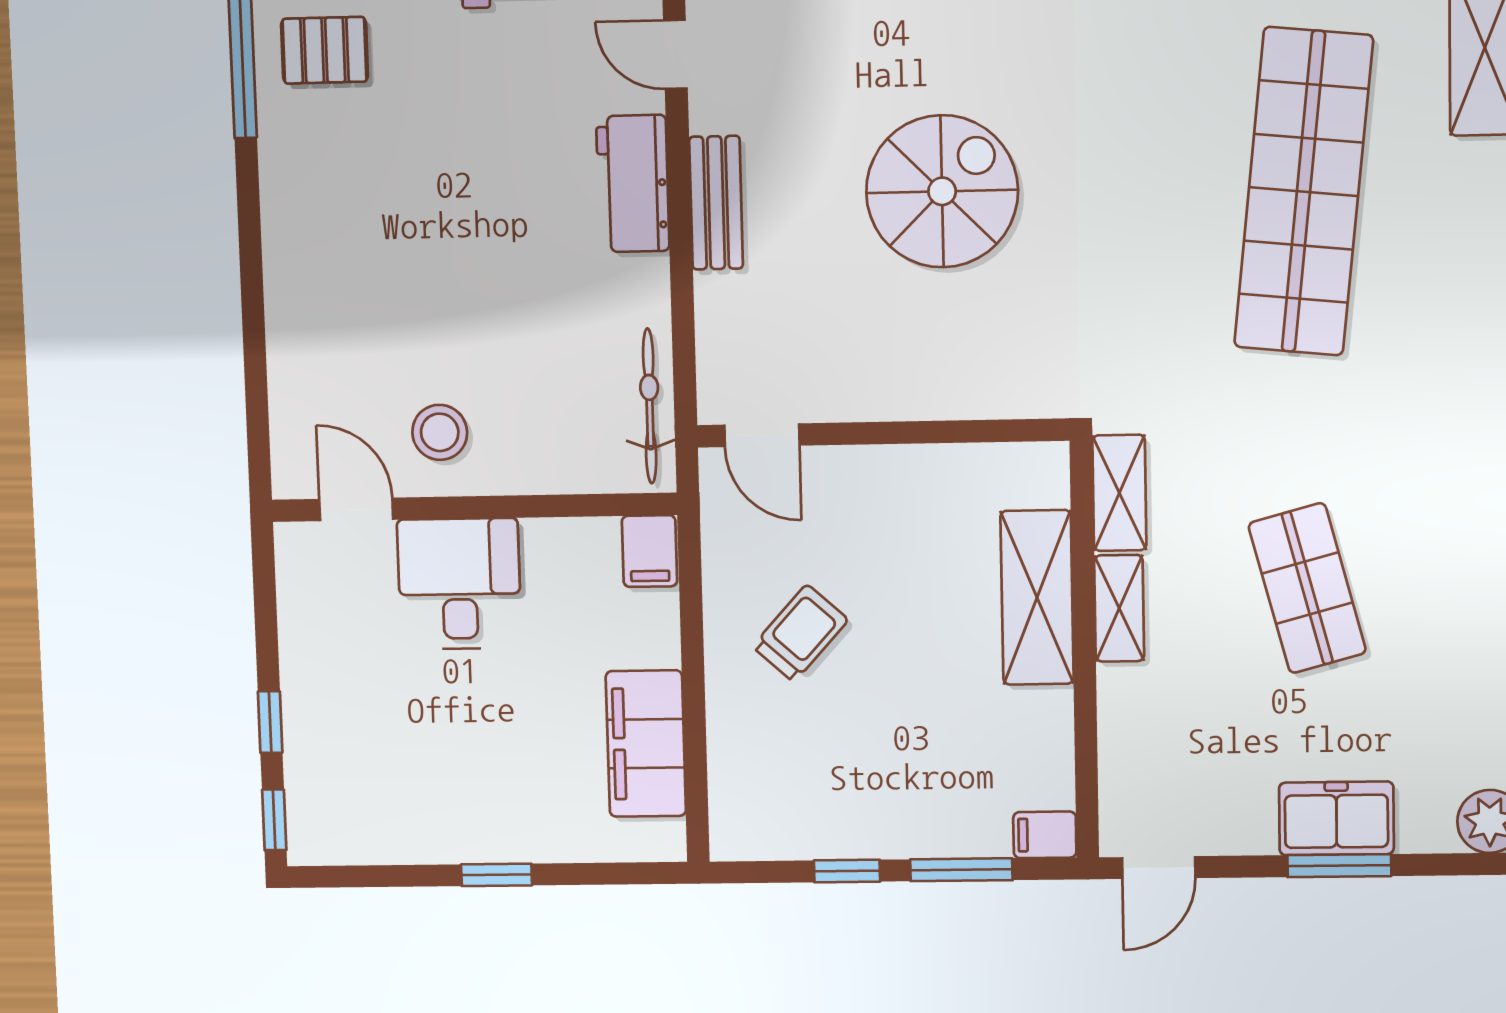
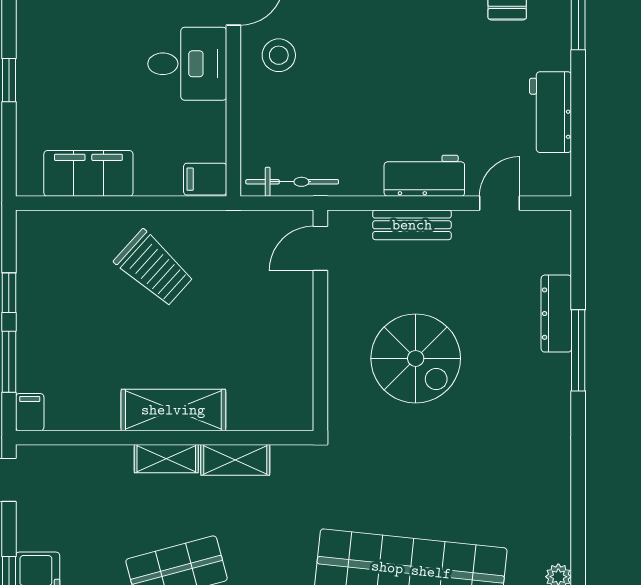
wall: (883, 433) -> (320, 320), moved
door: (762, 435) -> (320, 248), moved
trolley: (800, 633) -> (154, 268), width x1.36, depth x1.39

